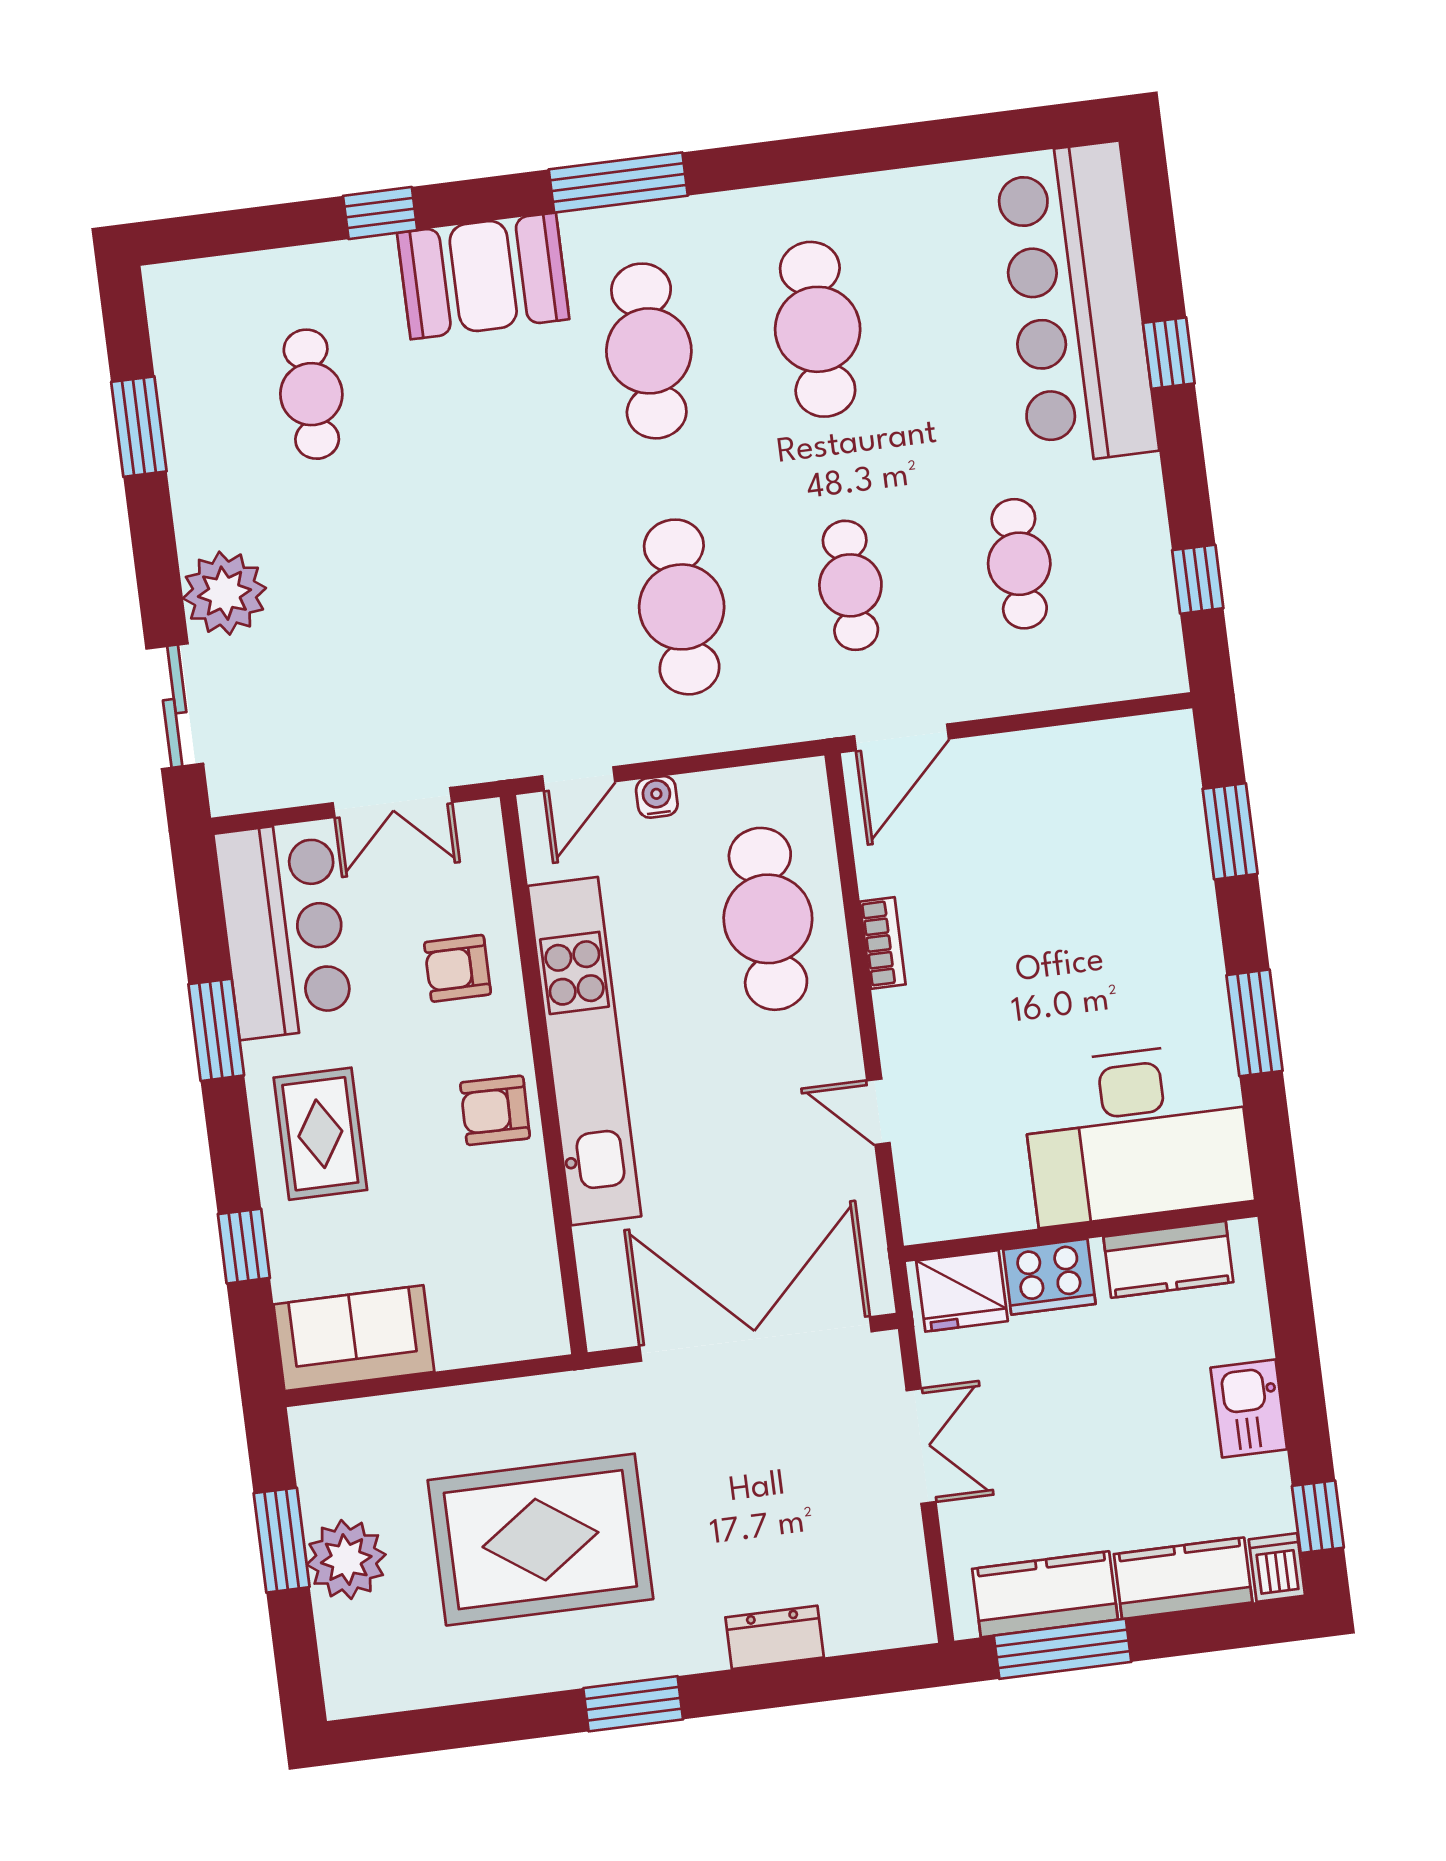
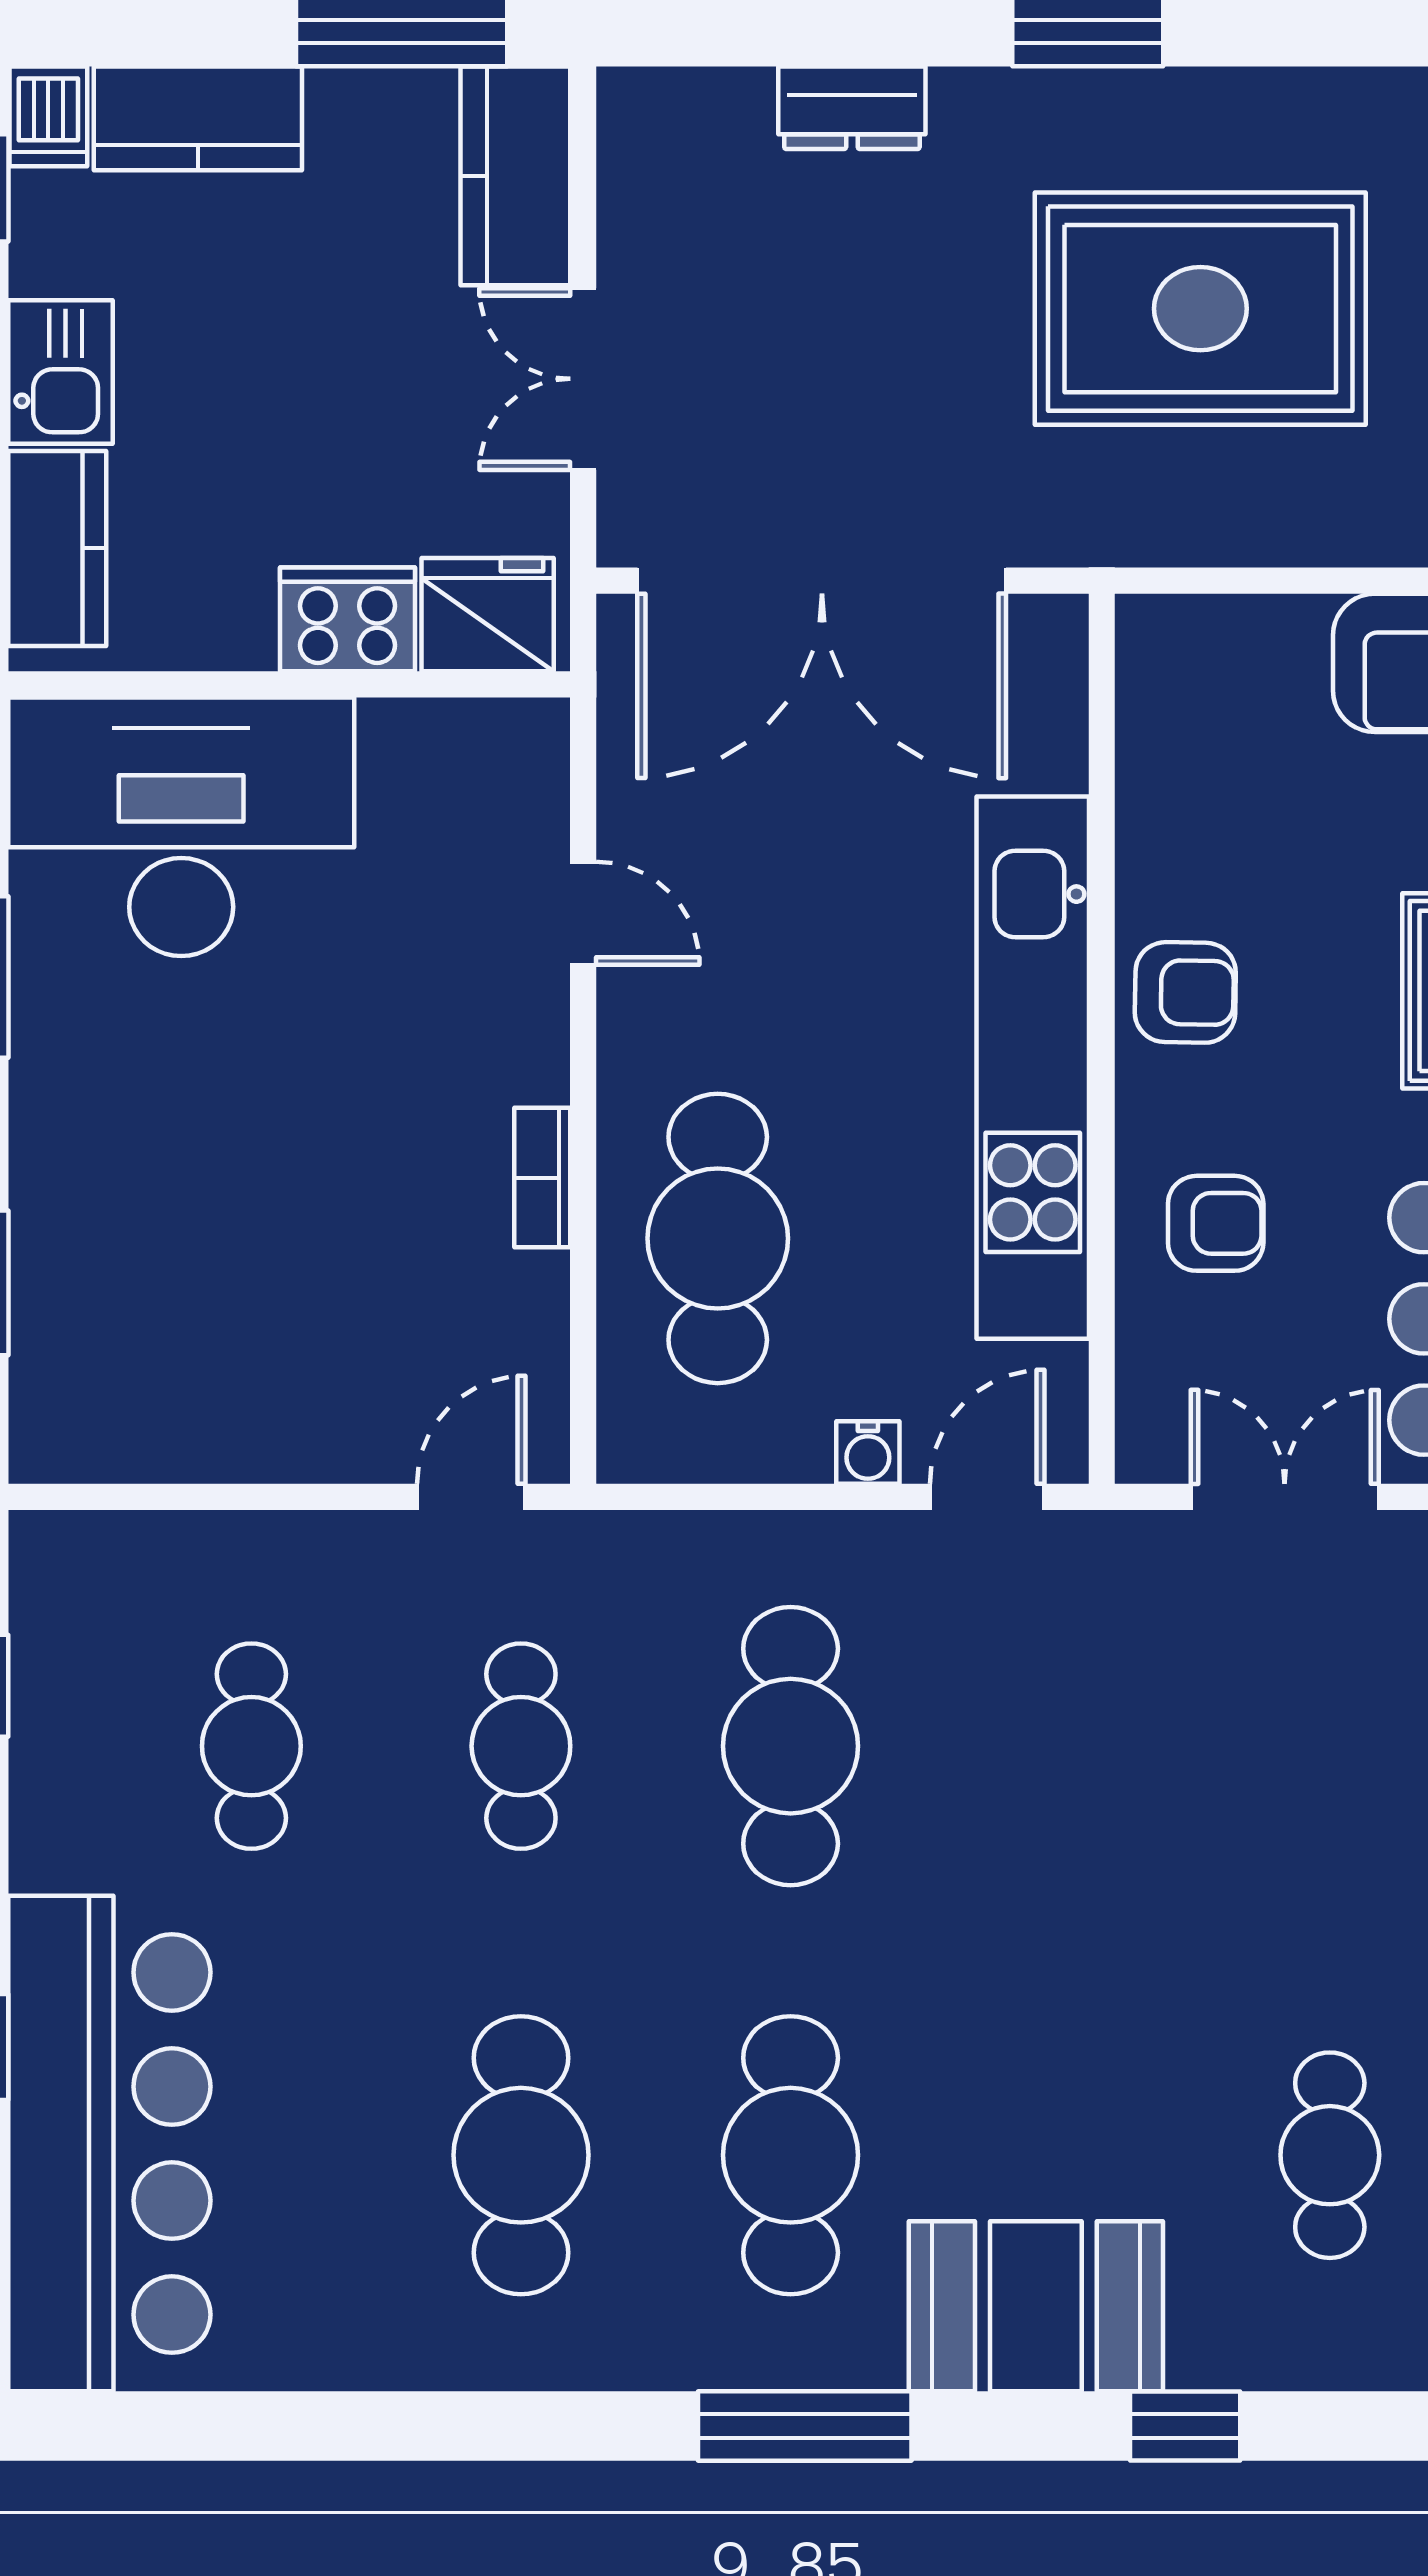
door: (901, 737) -> (471, 1497), width x0.73
kitchen counter: (1168, 1259) -> (57, 548), moved, turned 90
kitchen counter: (1045, 1594) -> (515, 176), moved, turned 90

